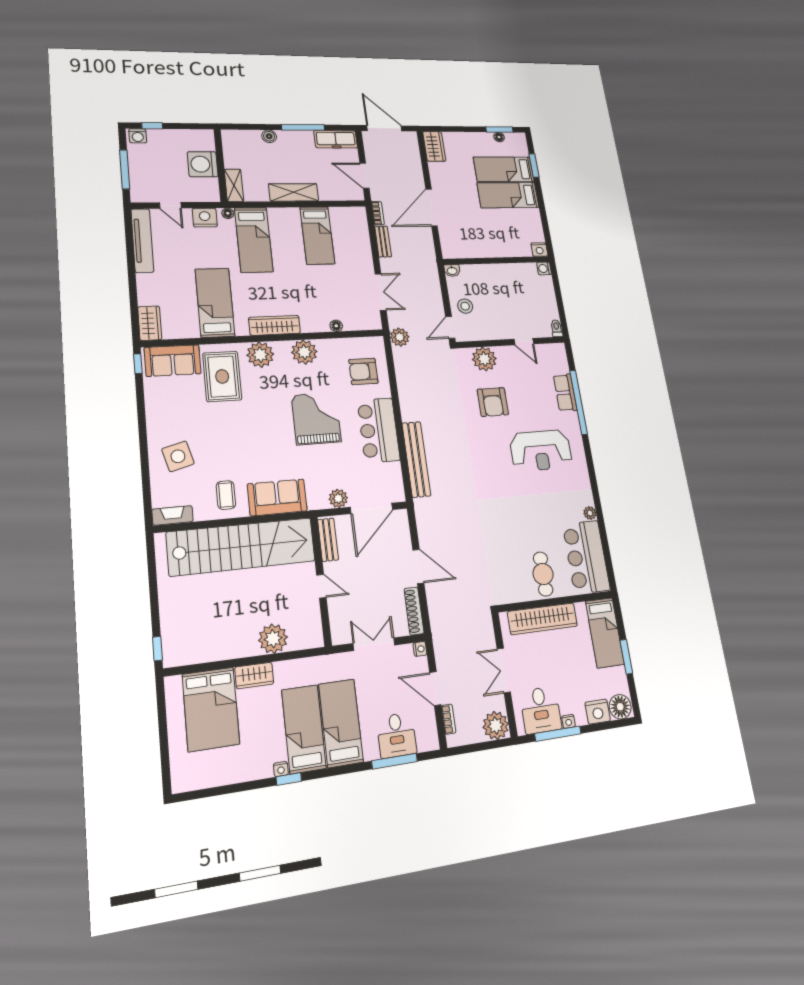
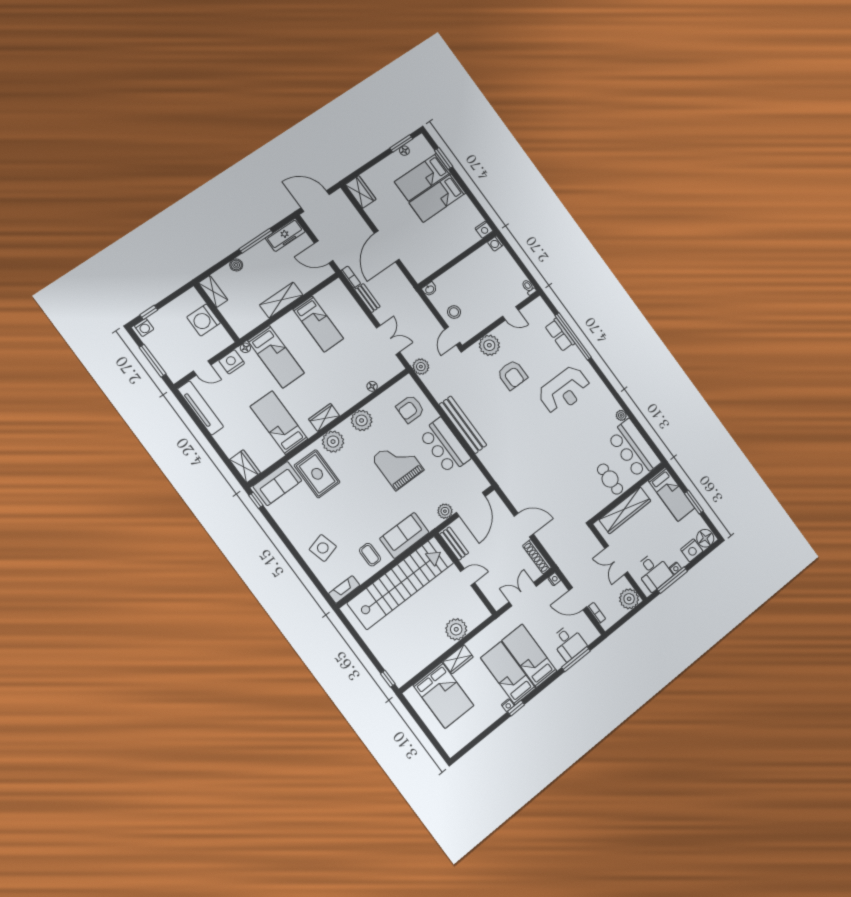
shelving: (234, 185) -> (213, 291), moved
wardrobe: (275, 325) -> (324, 417), width x0.67
bench: (416, 459) -> (463, 425), moved

